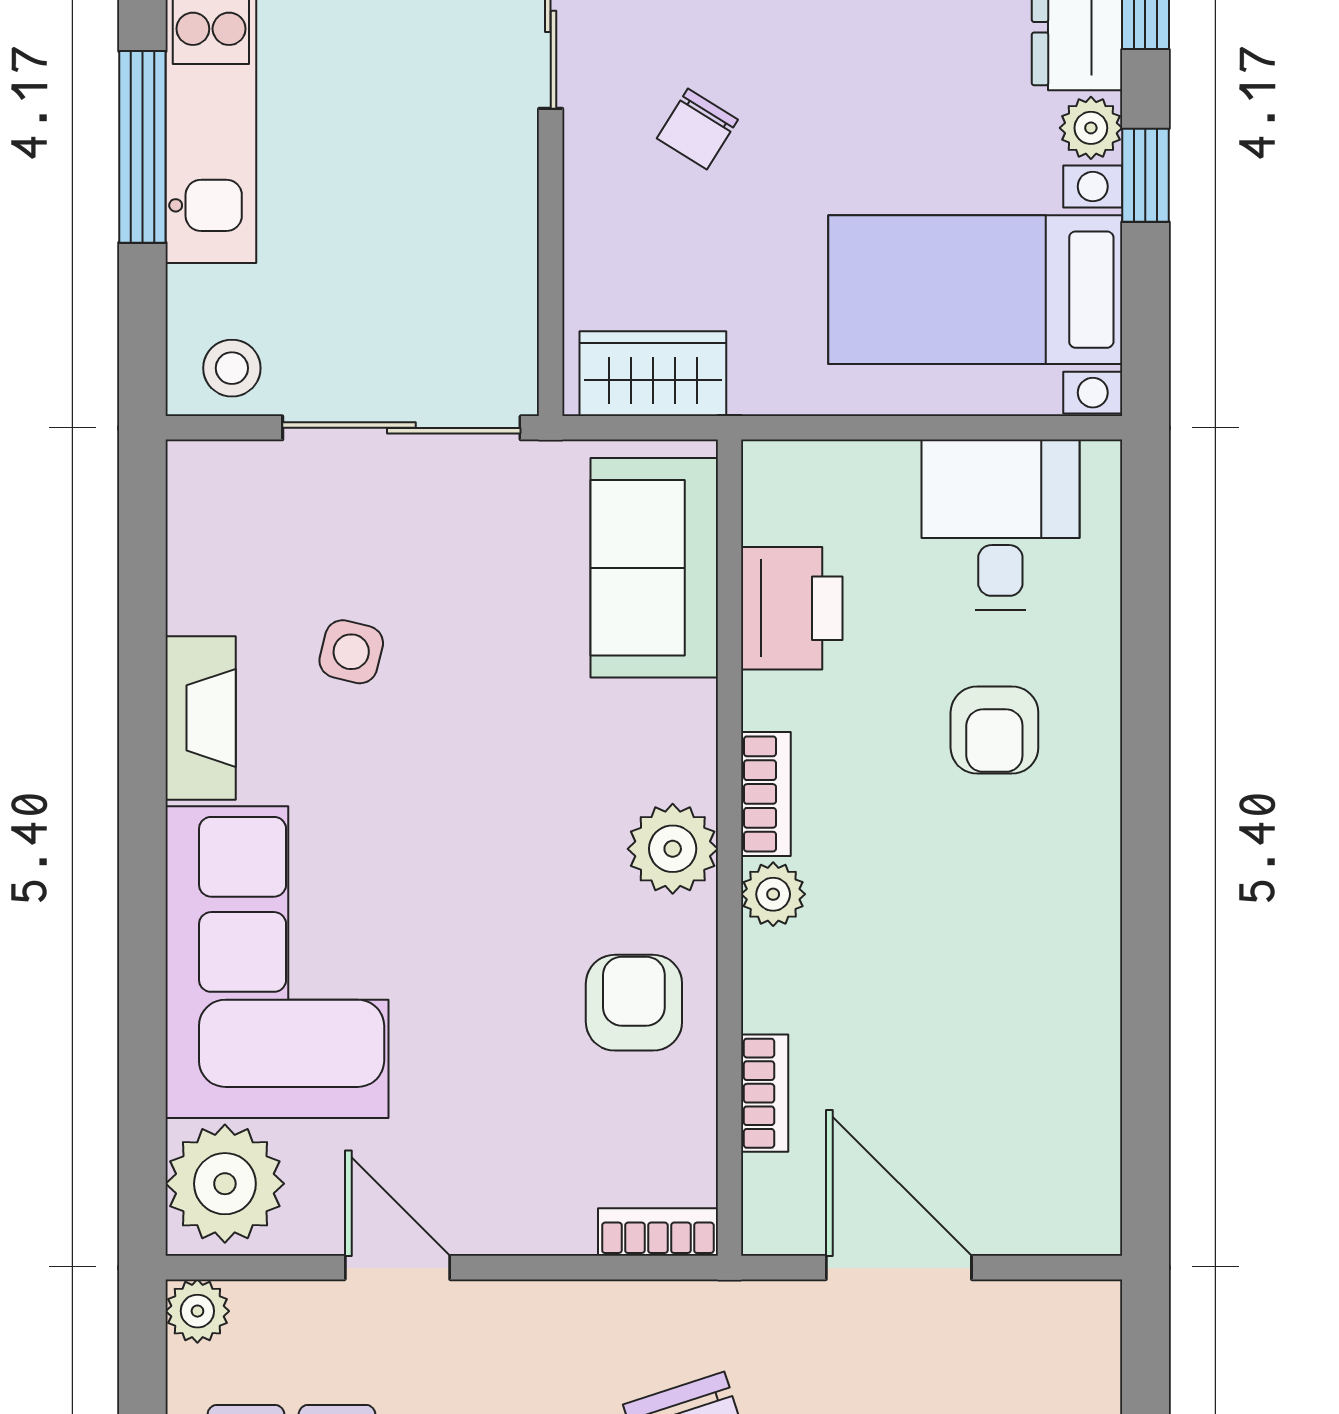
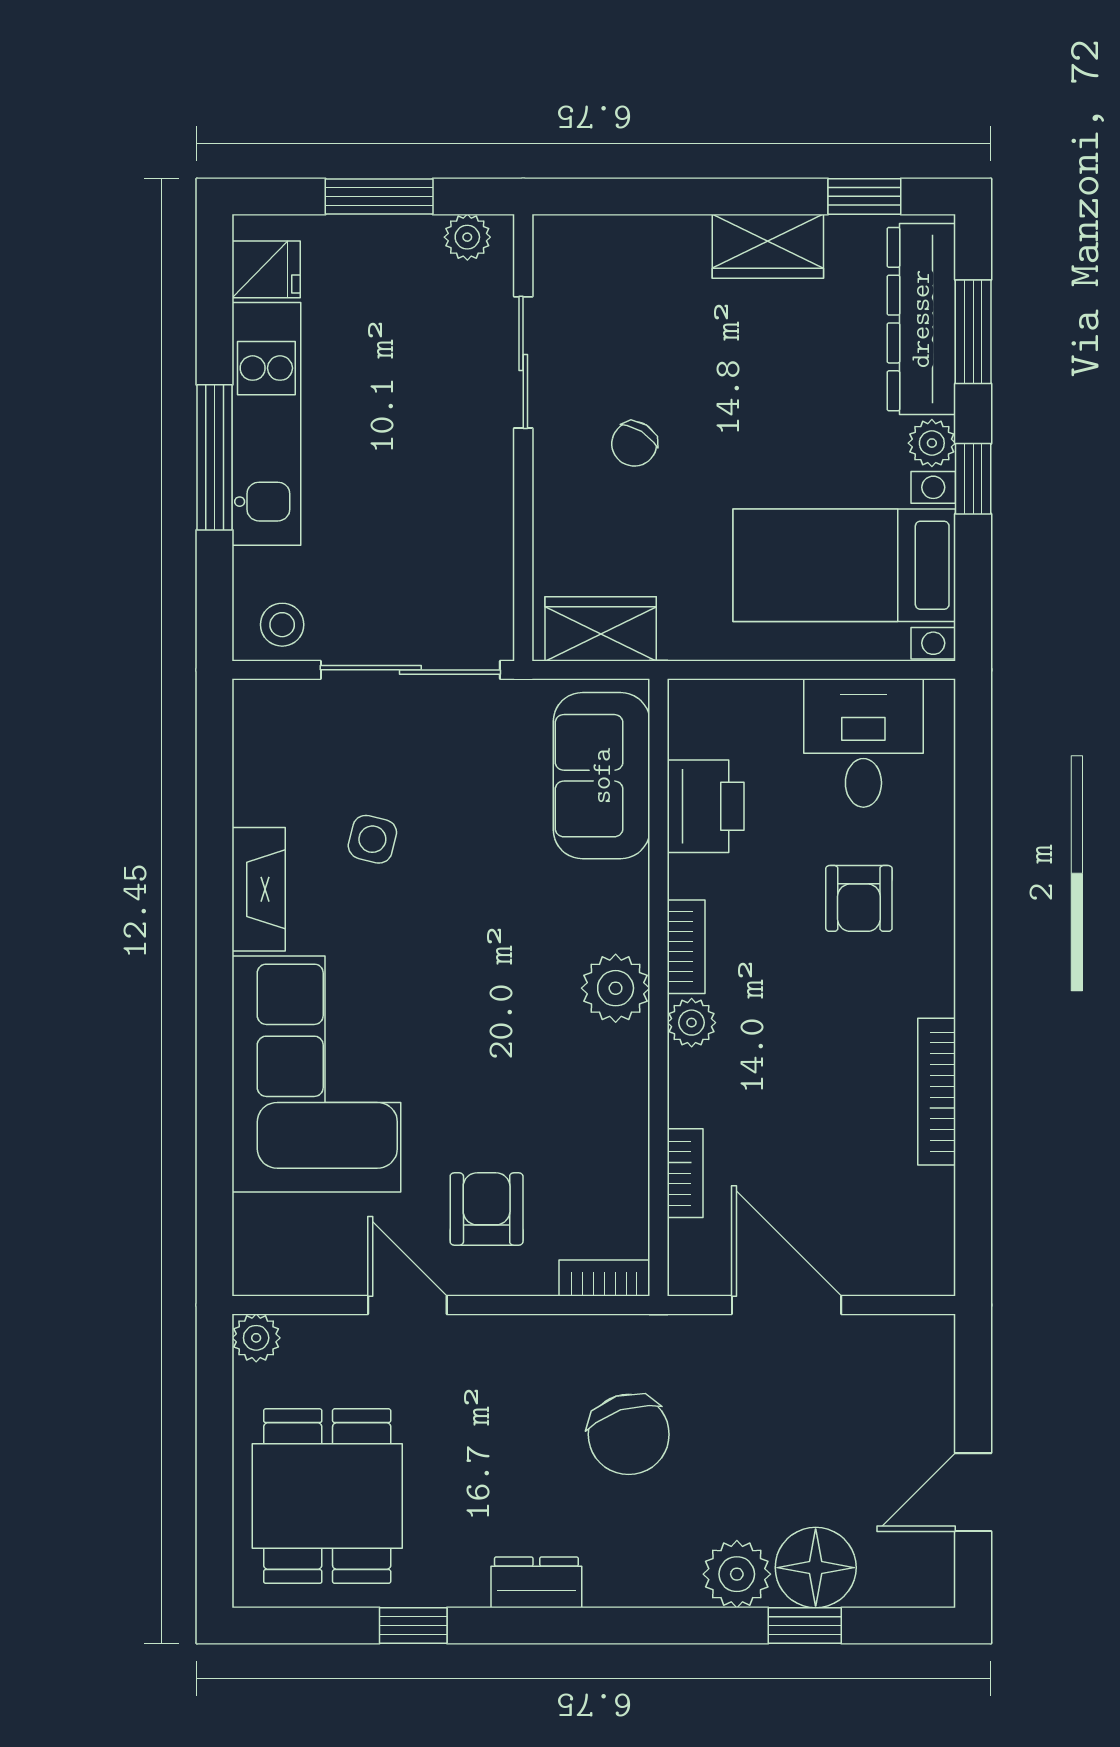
bookcase: (1097, 986) -> (937, 1092), added
armchair: (634, 1003) -> (487, 1209), moved
plant: (225, 1184) -> (277, 1242), removed

